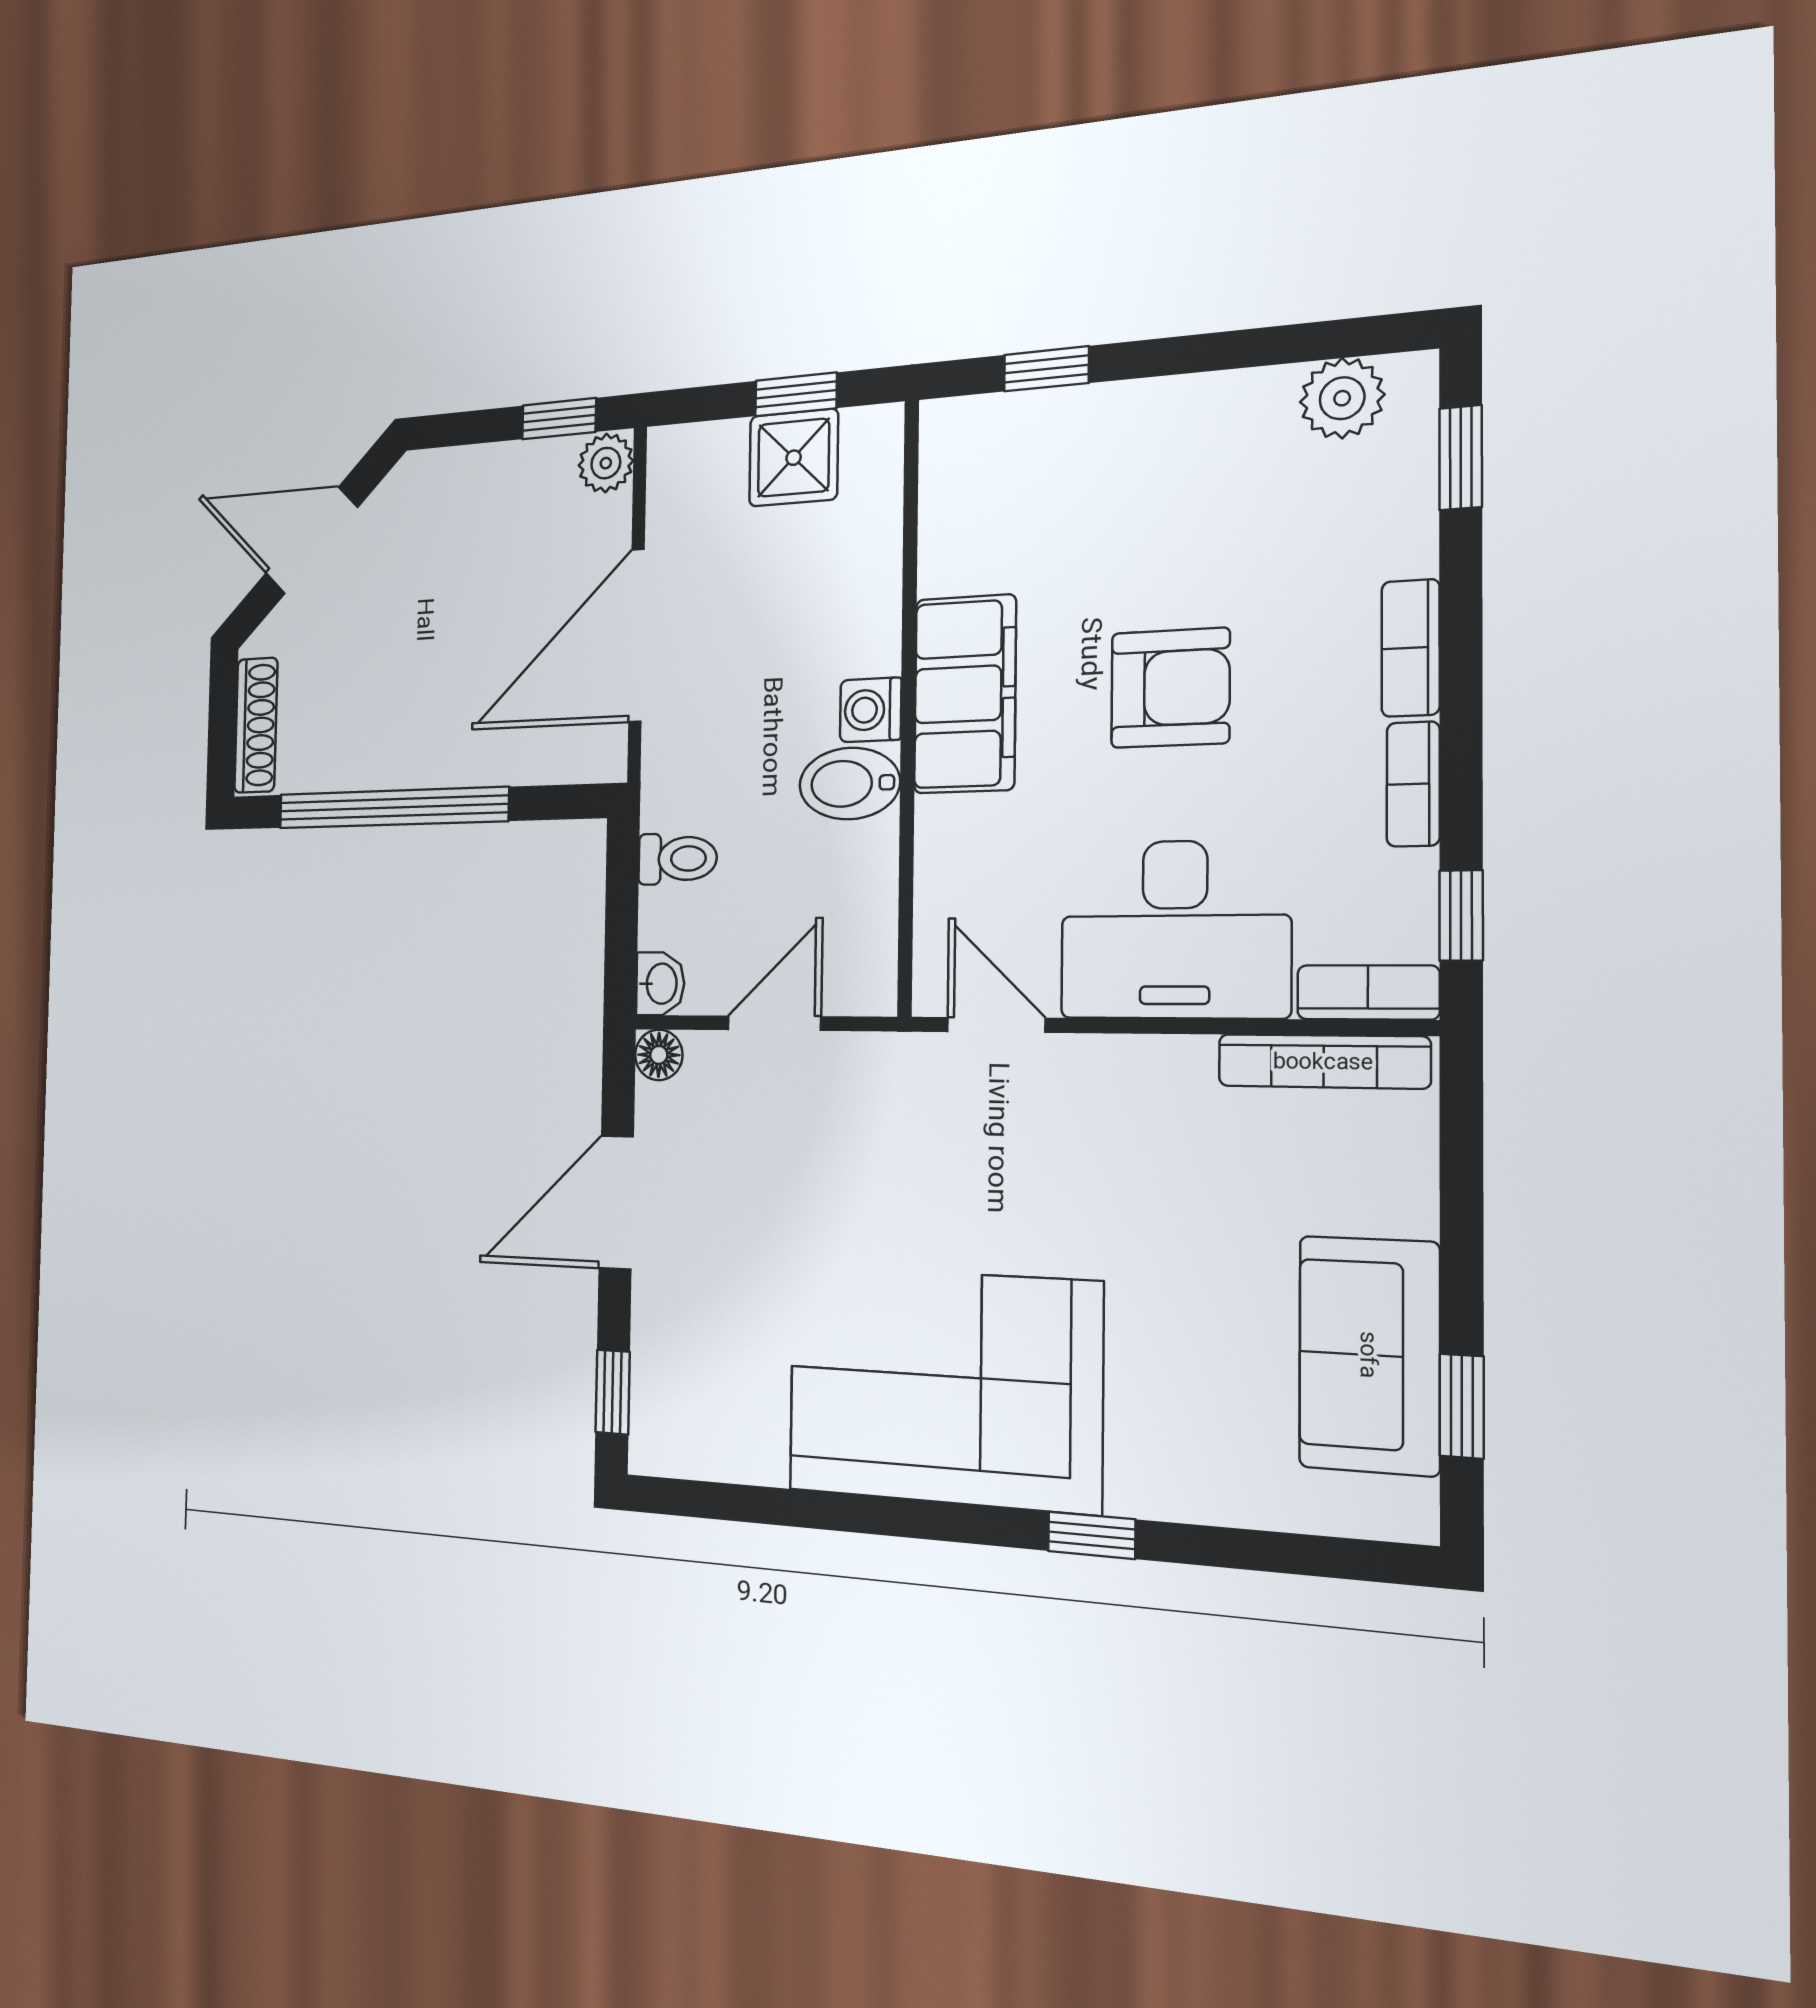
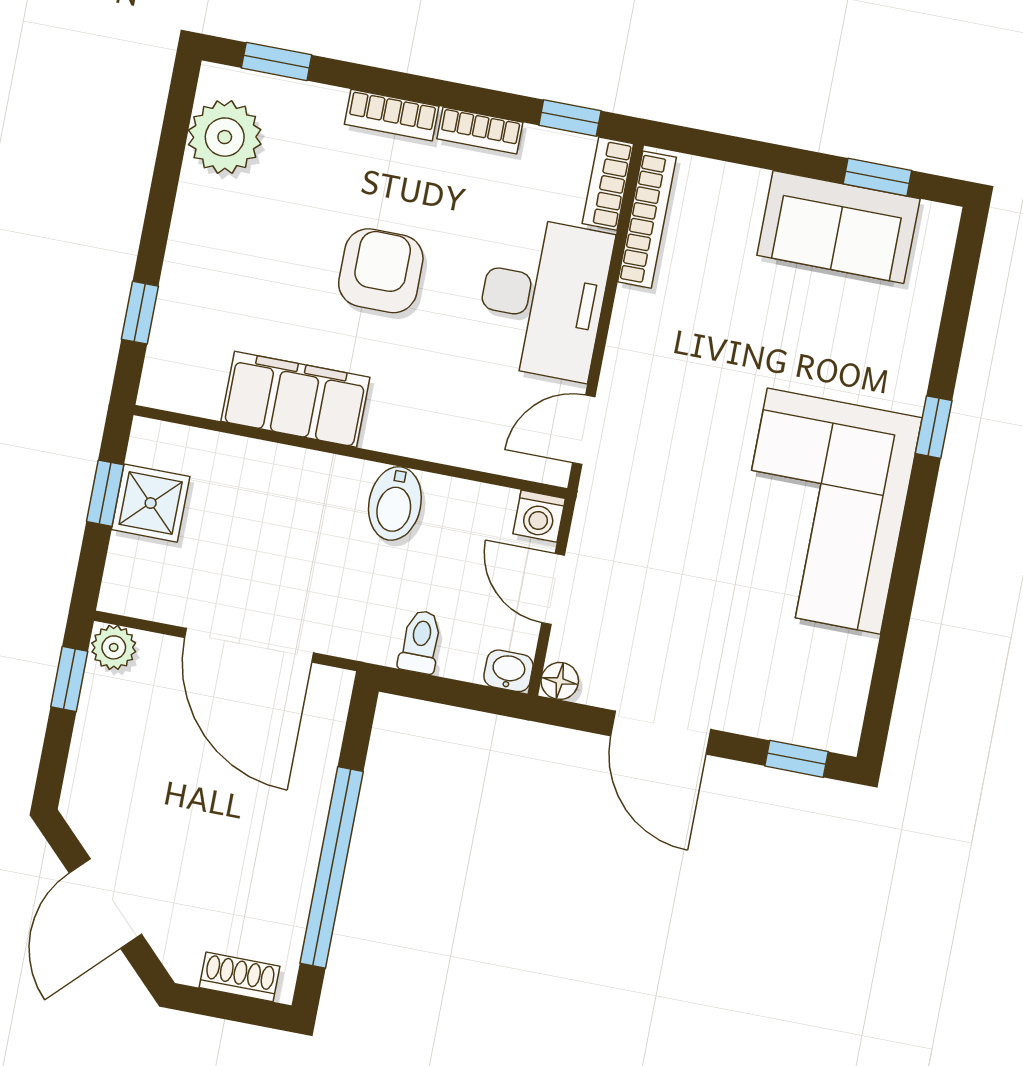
plant: (1342, 398) -> (225, 137), width x1.36, depth x1.36
filing cabinet: (965, 694) -> (295, 399), moved
washing machine: (871, 710) -> (539, 516), moved
shoe rack: (256, 725) -> (240, 977), width x0.70

